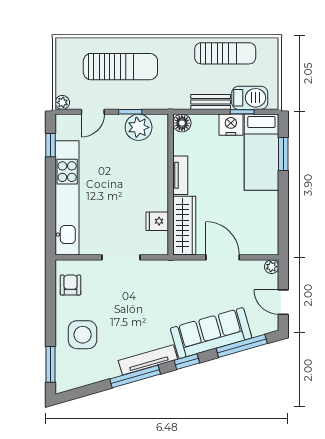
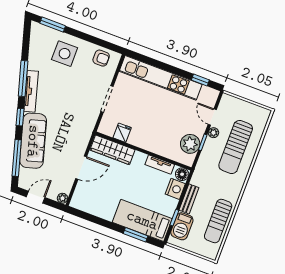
plant: (62, 102) -> (213, 133), moved
nightstand: (231, 125) -> (175, 189), moved
tv unit: (180, 175) -> (160, 165), moved

